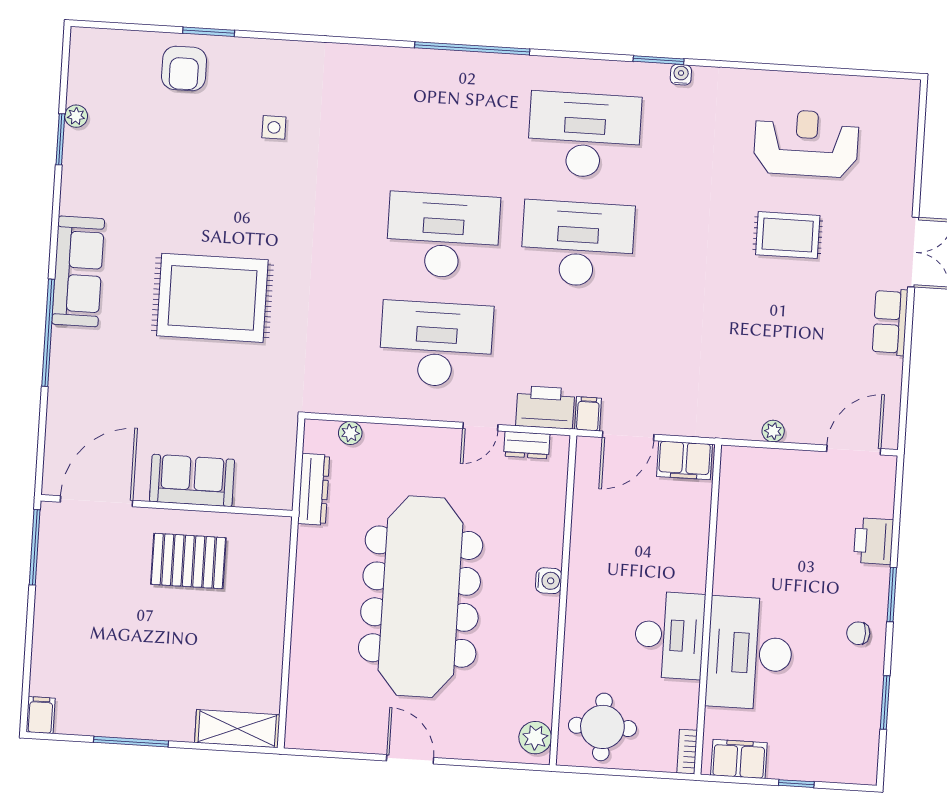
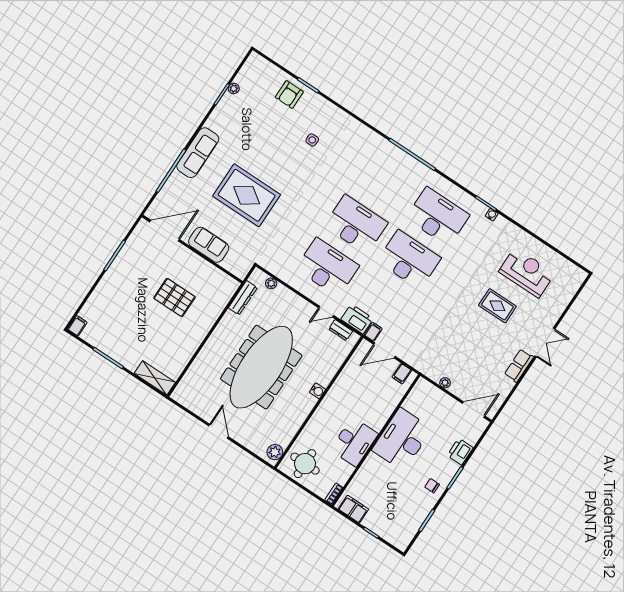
filing cabinet: (685, 460) -> (402, 374), width x0.50
sofa: (192, 480) -> (209, 245), moved
door: (97, 501) -> (165, 231), moved
wall: (167, 506) -> (192, 249), moved
desk: (750, 653) -> (402, 439), moved

